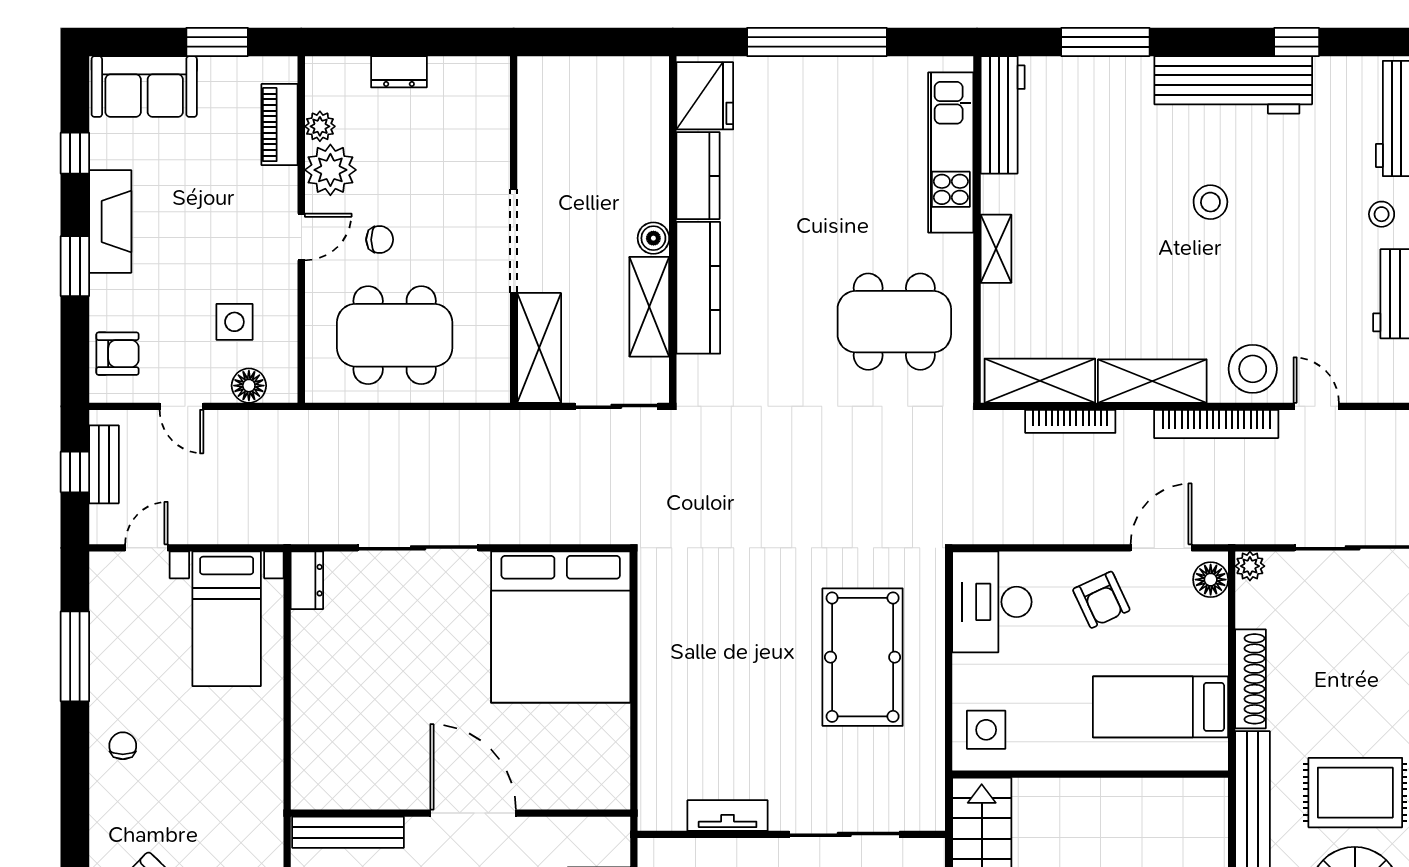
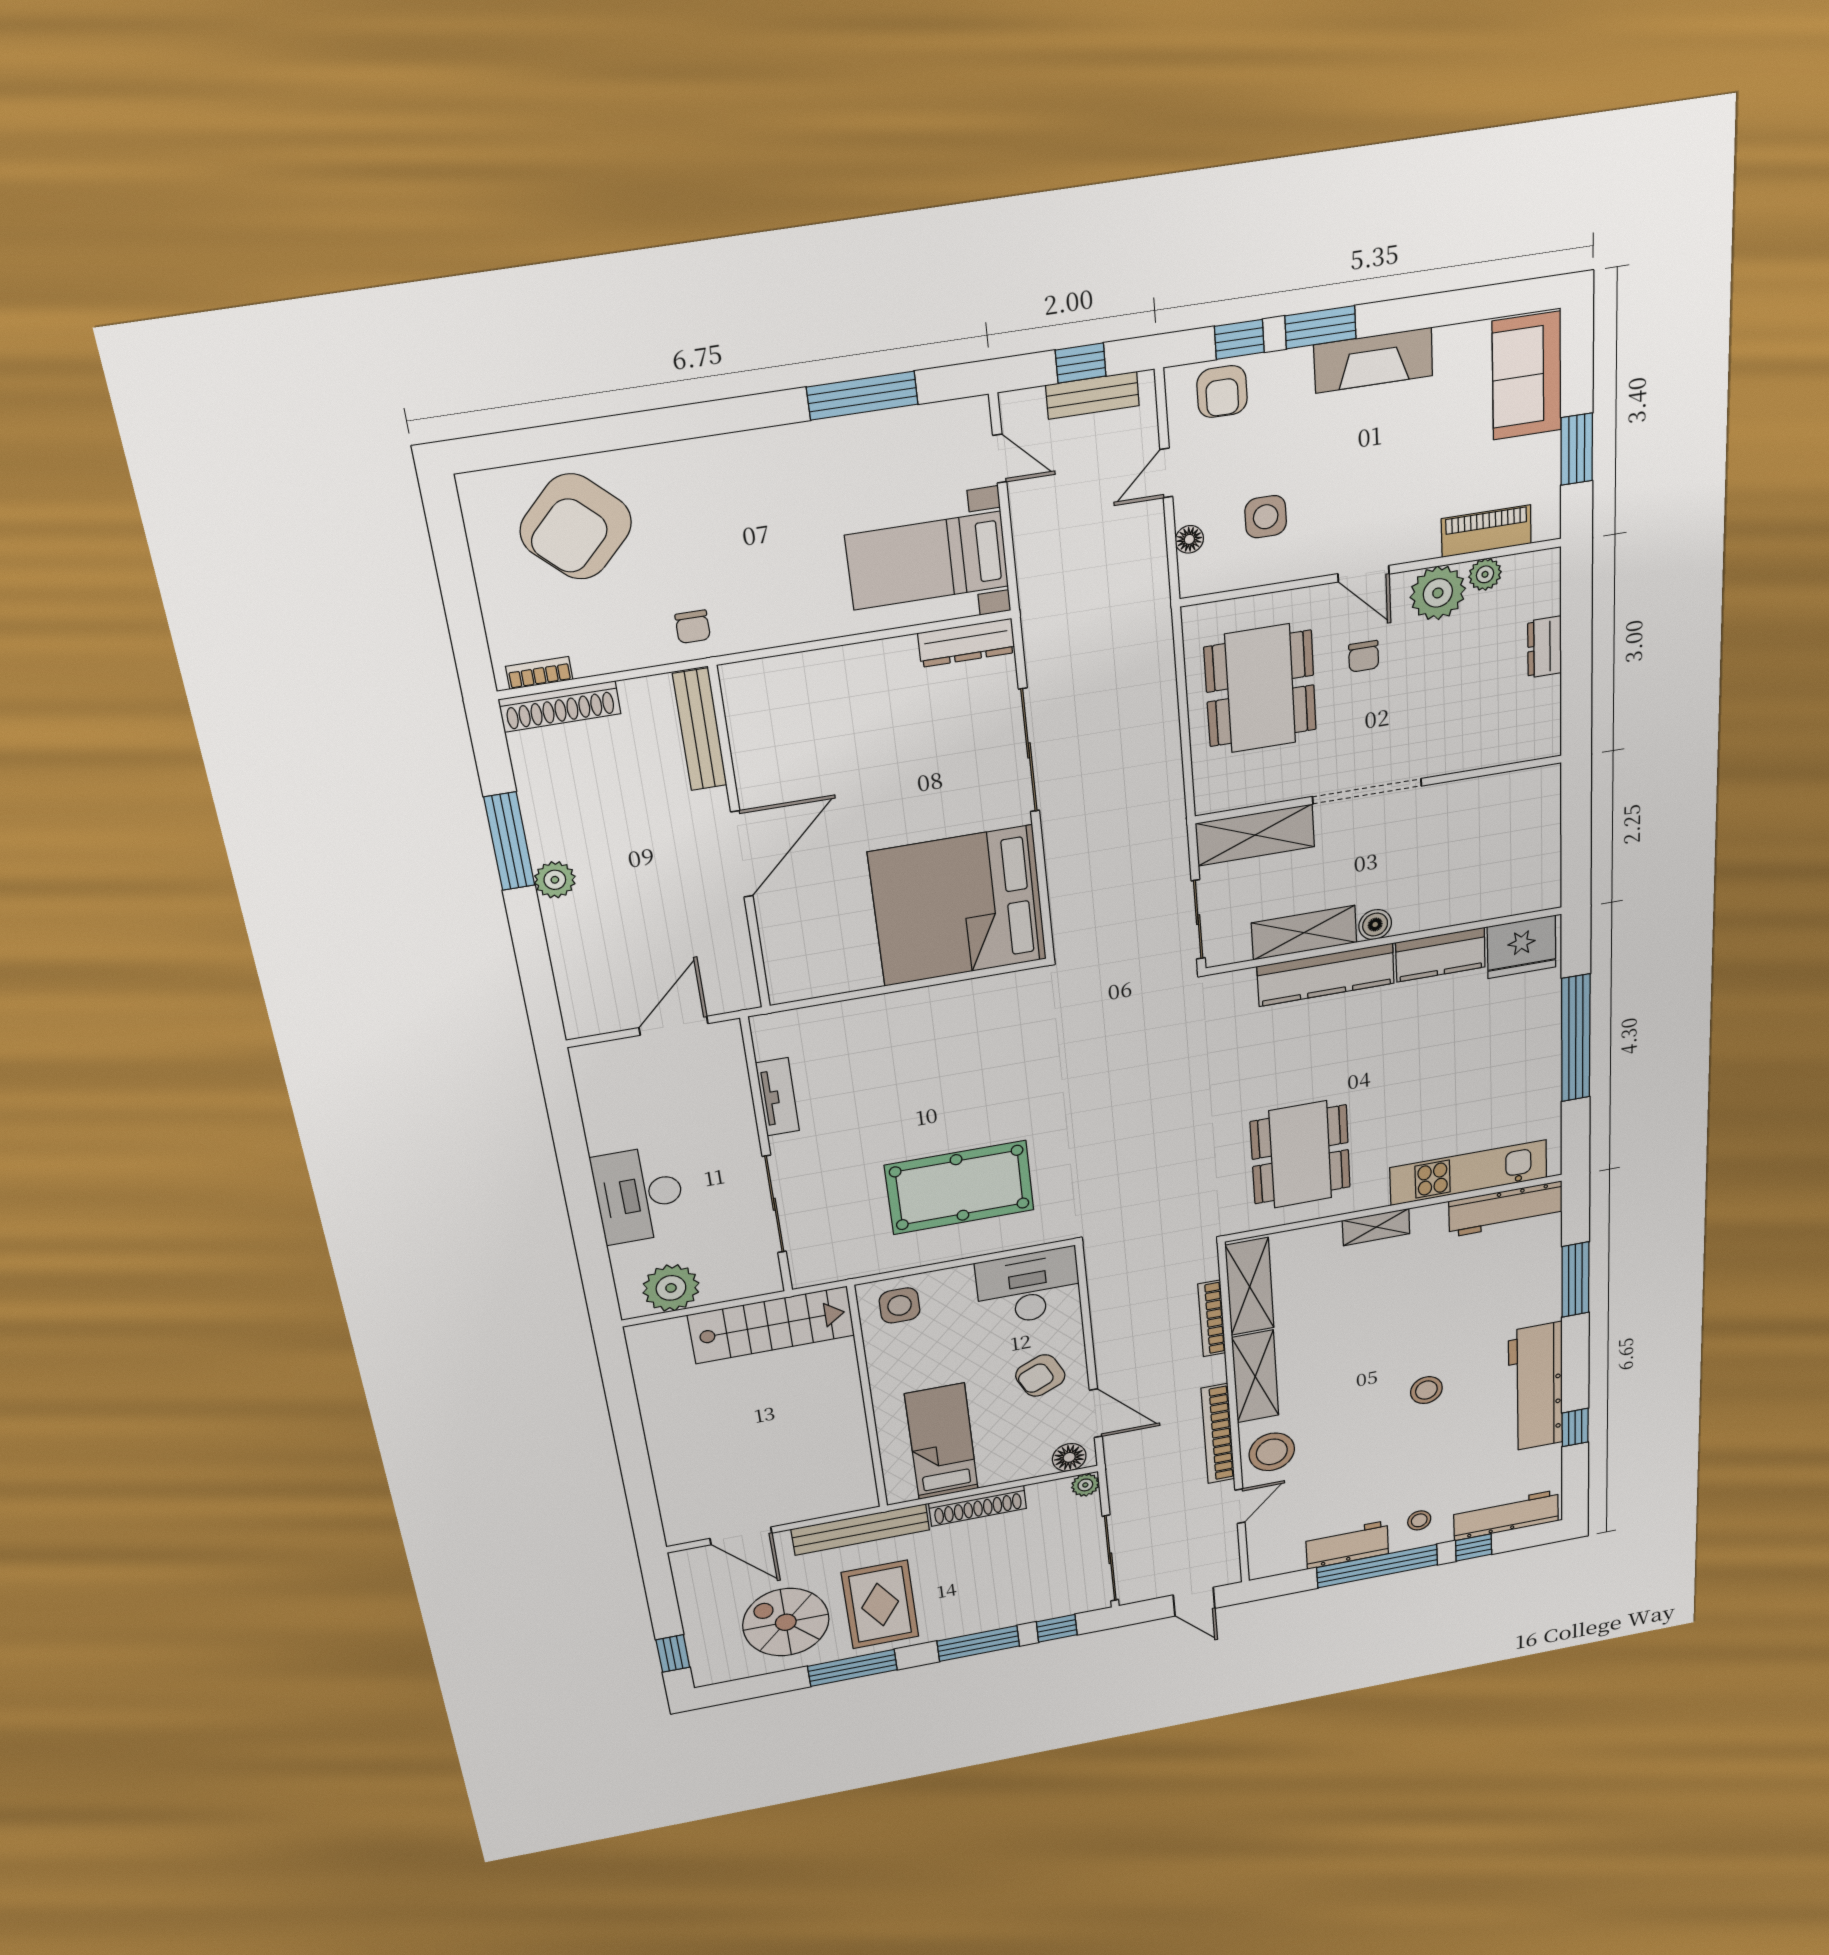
window: (75, 153) -> (1239, 339), moved
floor lamp: (249, 386) -> (1189, 539), width x0.73, depth x0.73
dresser: (307, 580) -> (966, 643), width x1.44
chair: (123, 746) -> (693, 627), moved, turned 90

